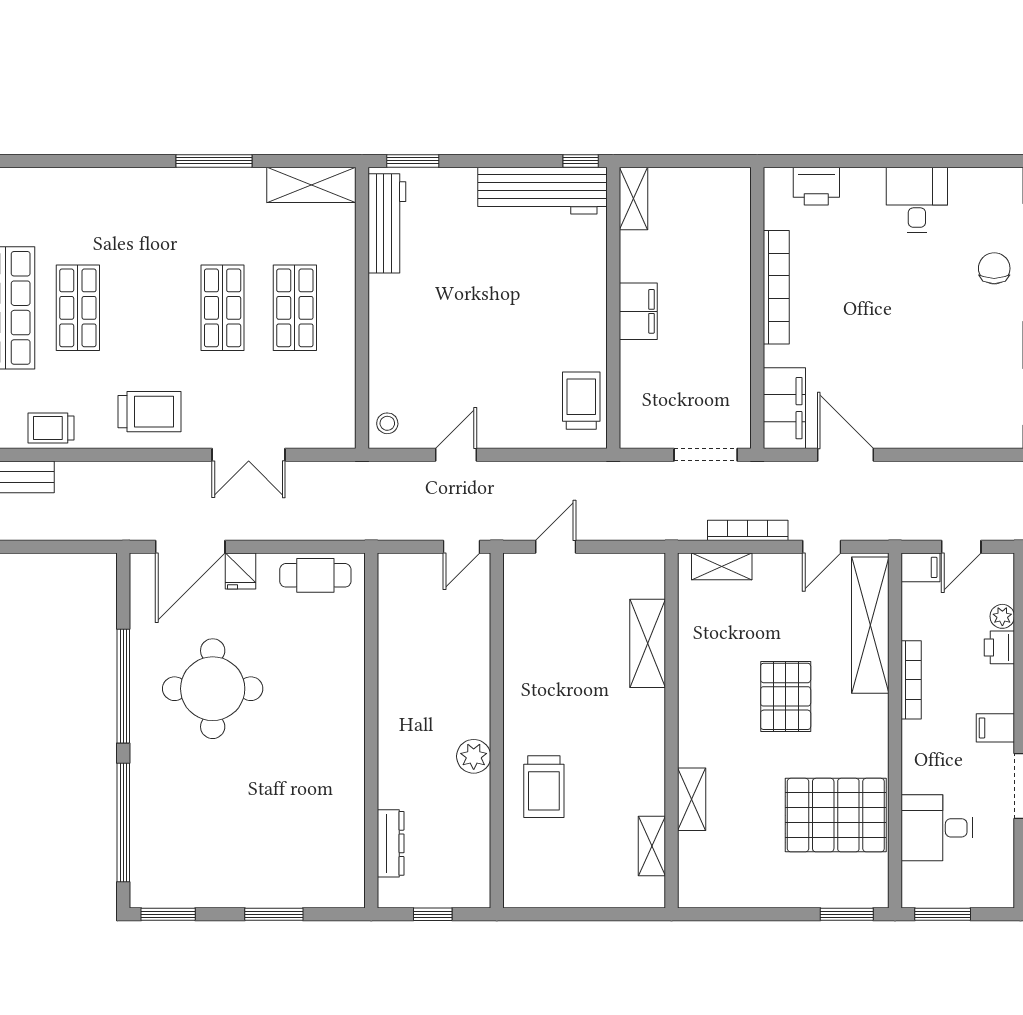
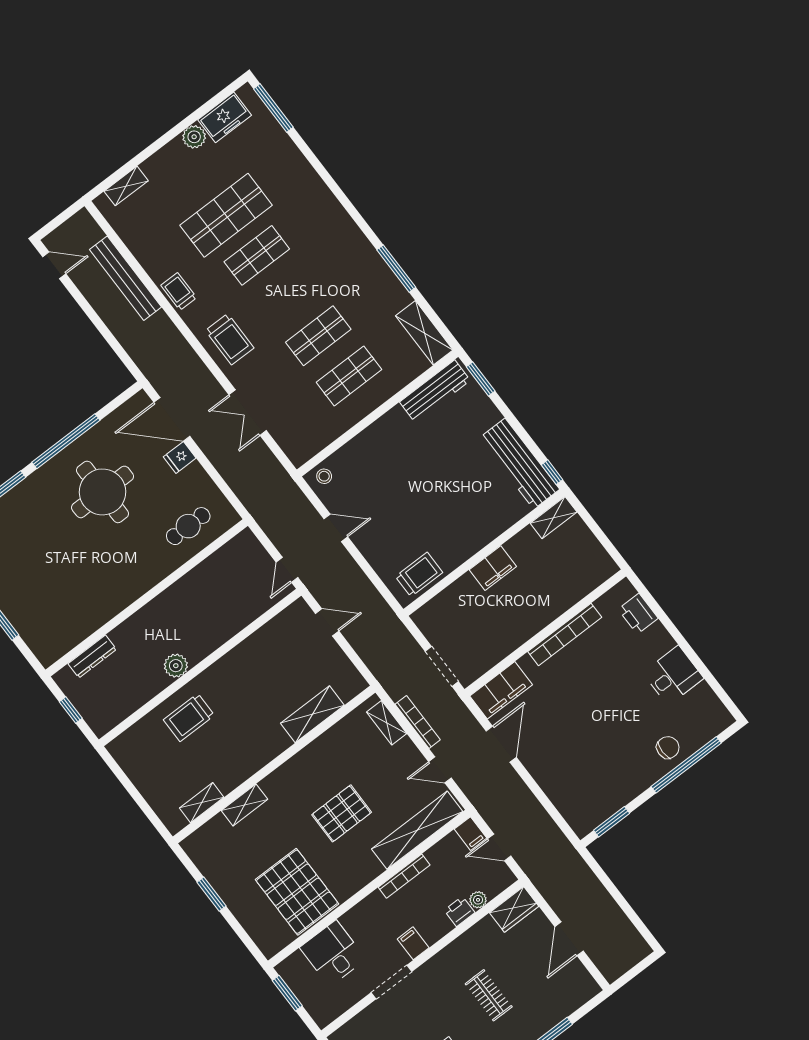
door: (461, 547) -> (287, 570), hinge flipped
cafe table: (315, 575) -> (188, 526), moved, turned 90
window: (847, 914) -> (212, 894), moved

